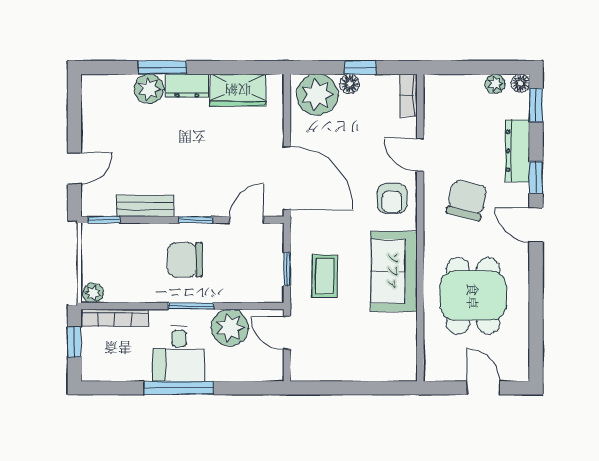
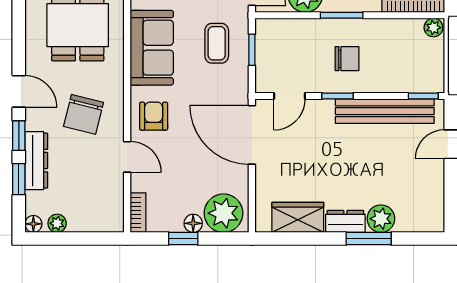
window: (536, 105) -> (19, 179), moved
bench: (145, 206) -> (385, 111), width x1.86, depth x1.21
chair: (185, 260) -> (347, 59), width x0.73, depth x0.73

